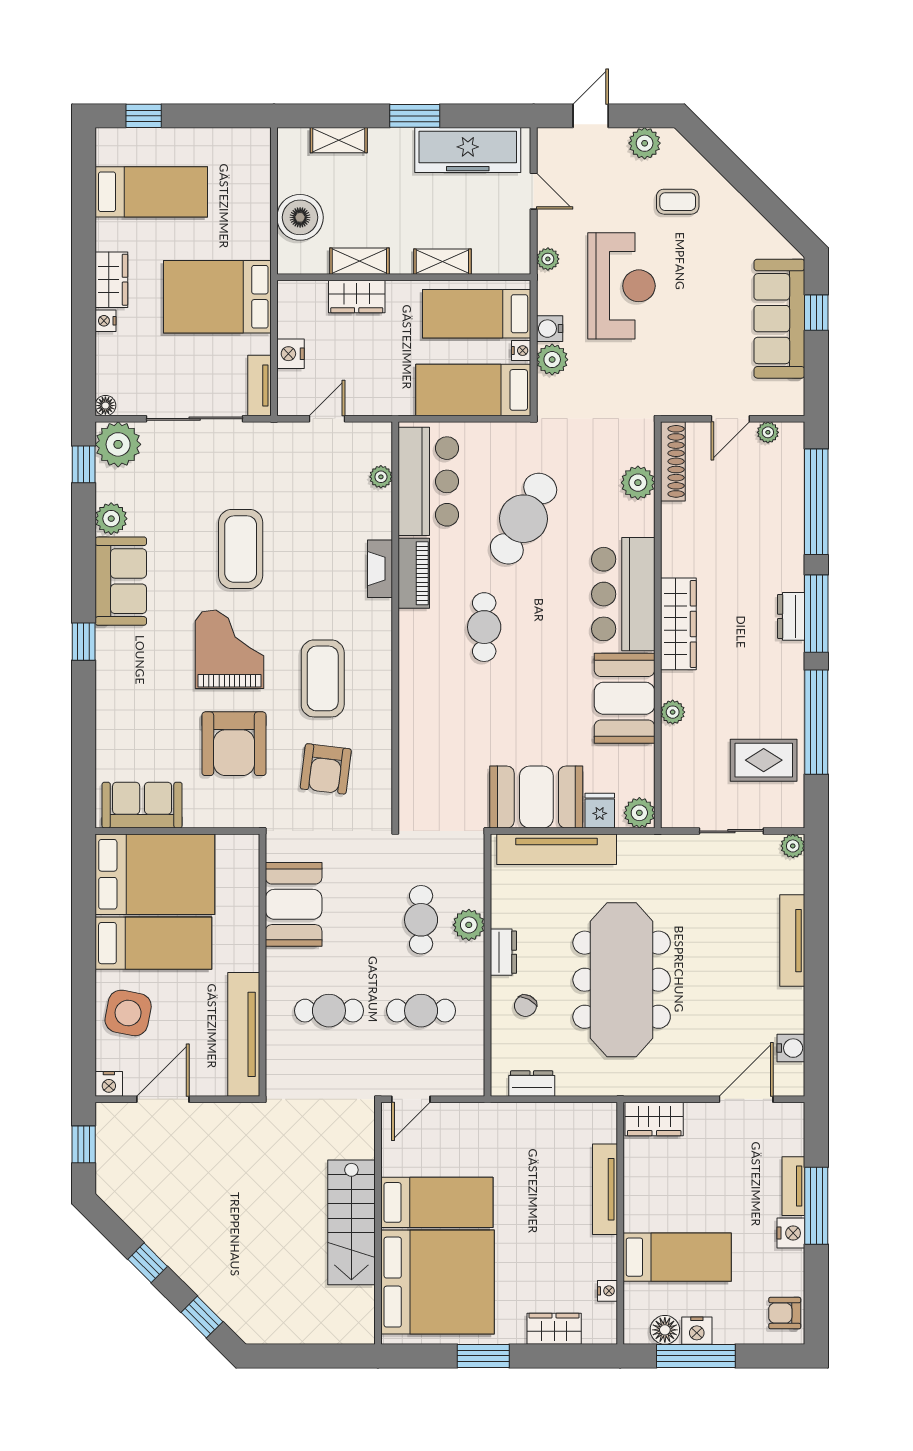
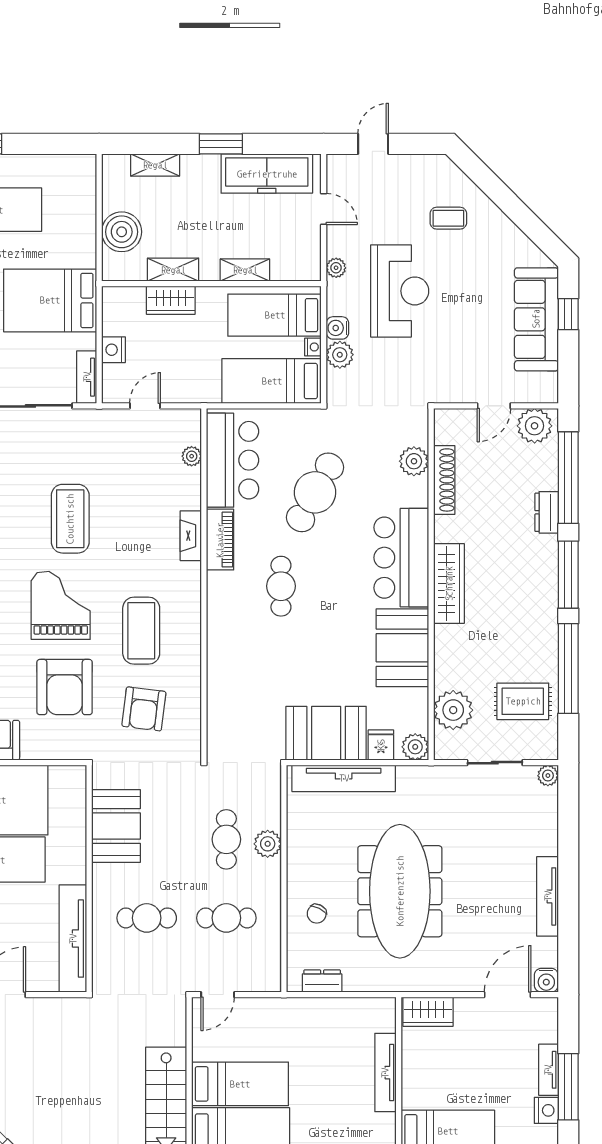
plant: (645, 143) -> (420, 168), removed
plant: (768, 432) -> (535, 426), width x1.88, depth x1.88
shoe rack: (673, 461) -> (444, 480), moved
dresser: (791, 616) -> (547, 512), moved
plant: (673, 712) -> (453, 710), moved, width x1.88, depth x1.88
tv unit: (792, 941) -> (548, 896), moved
dresser: (503, 952) -> (298, 867), removed
water cooler: (791, 1048) -> (546, 980), moved, turned 90

